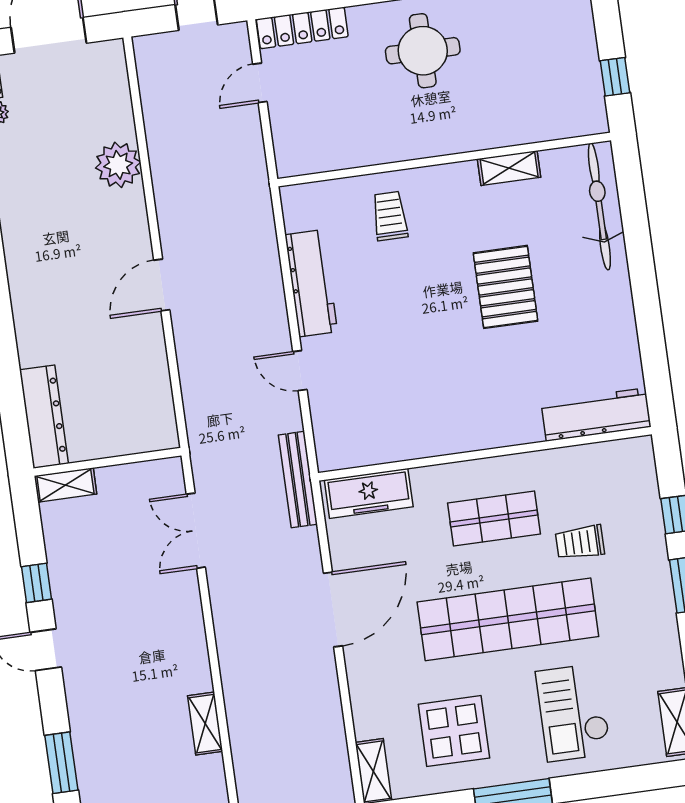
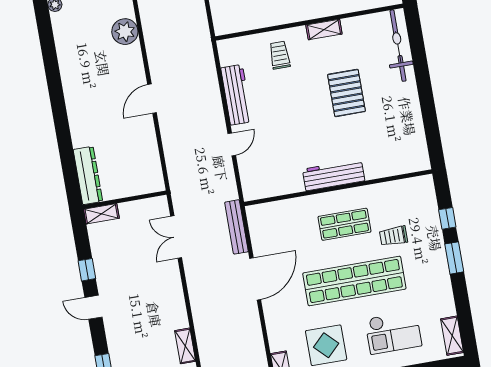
shelving: (509, 168) -> (324, 29), moved
door: (300, 371) -> (232, 144), swing flipped
workbench: (596, 414) -> (334, 175), moved
bench: (298, 480) -> (236, 227), moved
freezer: (369, 493) -> (273, 212), removed
checkout: (573, 712) -> (393, 332), turned -90

